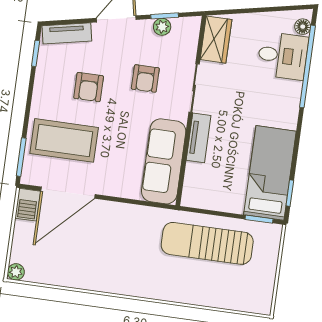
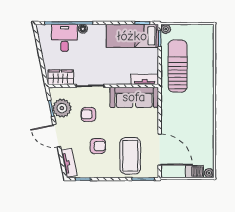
plant: (162, 27) -> (62, 108), width x1.87, depth x1.87
floor lamp: (303, 27) -> (83, 29), moved
armchair: (145, 78) -> (88, 114), turned 180
tv unit: (199, 138) -> (145, 79), moved
barbecue: (28, 205) -> (194, 172), moved
plant: (274, 232) -> (166, 29), added
sun lounger: (207, 243) -> (178, 66), turned 180

